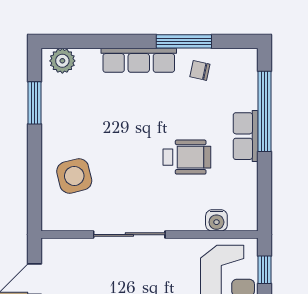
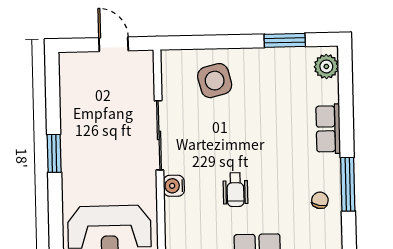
row of seats: (139, 60) -> (328, 129), width x0.68
wheelchair: (187, 157) -> (235, 190), width x0.73, depth x0.73
water cooler: (216, 220) -> (174, 186), moved

